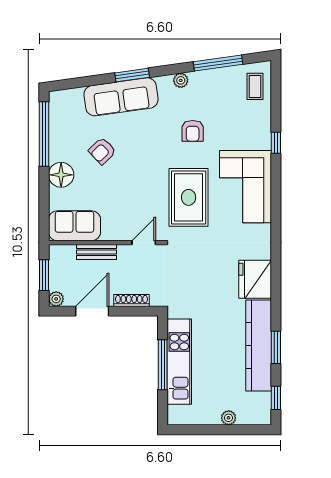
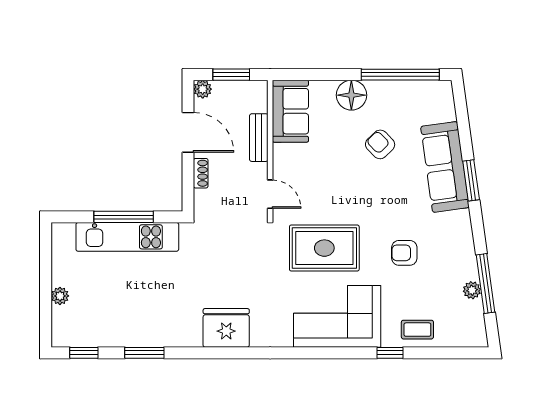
plant: (181, 80) -> (472, 290), moved
coffee table: (255, 86) -> (417, 330), moved
shoe rack: (132, 301) -> (201, 173), width x0.70
kitchen counter: (259, 346) -> (147, 332), removed

